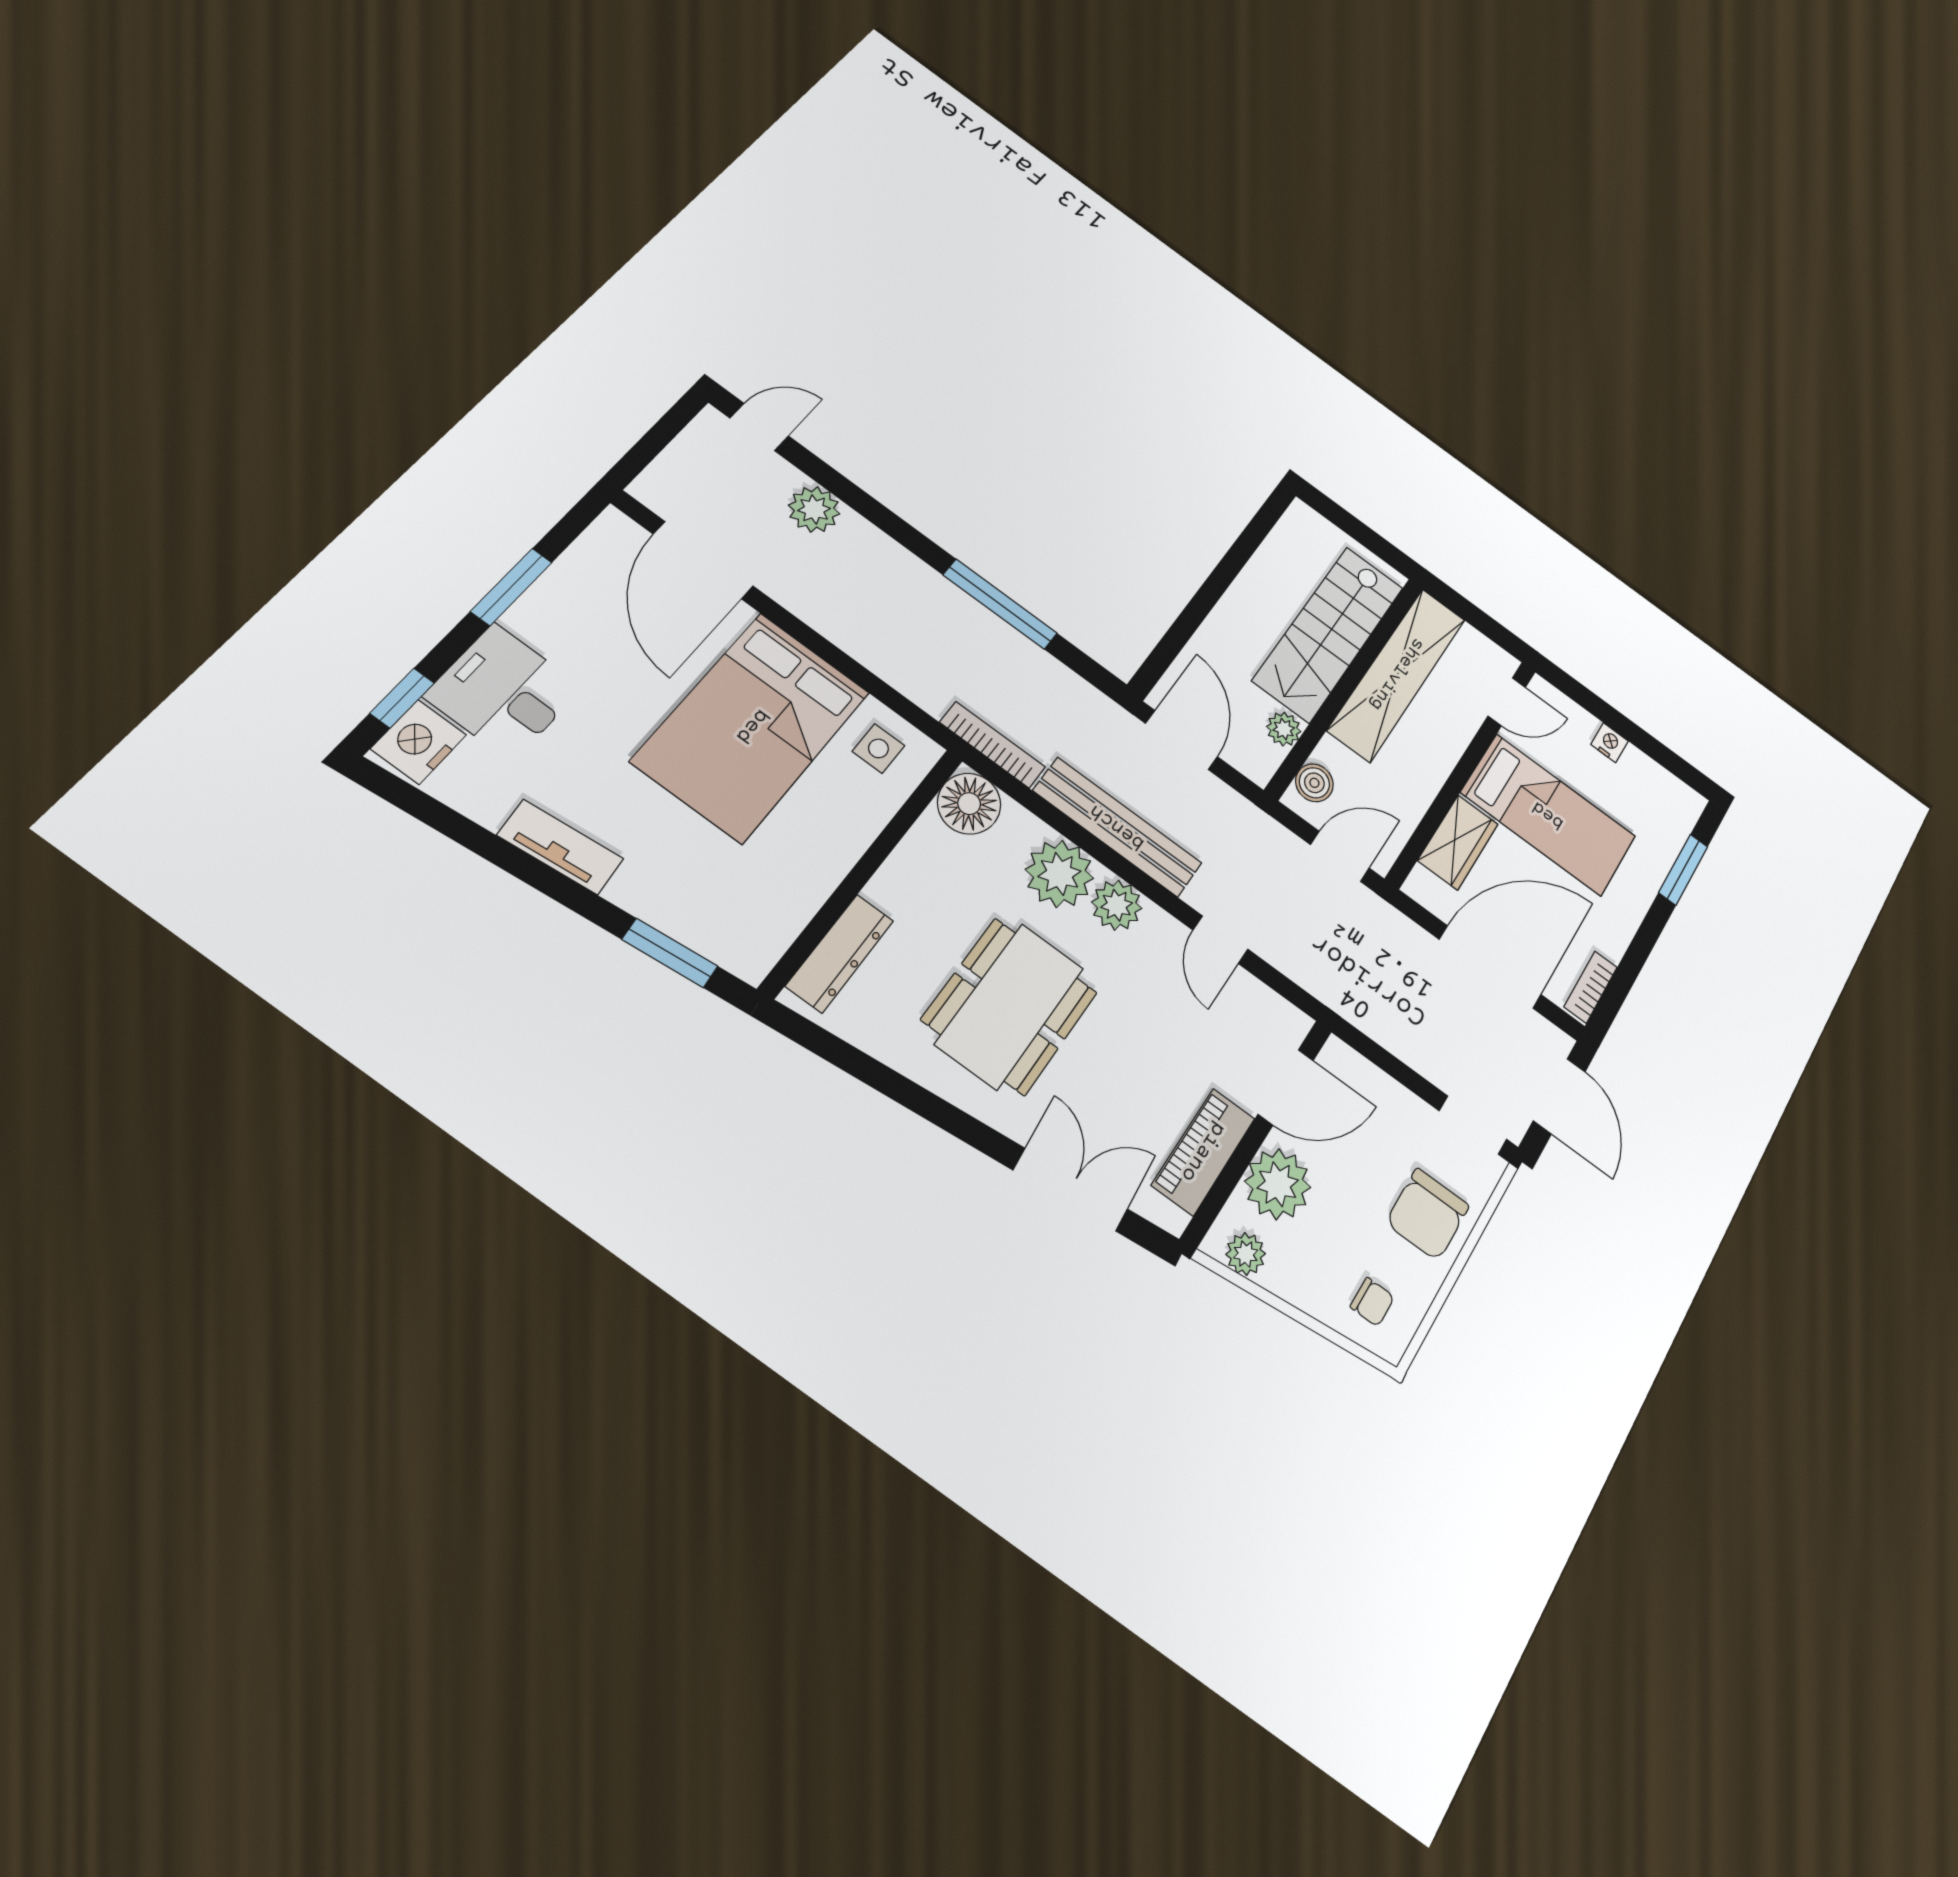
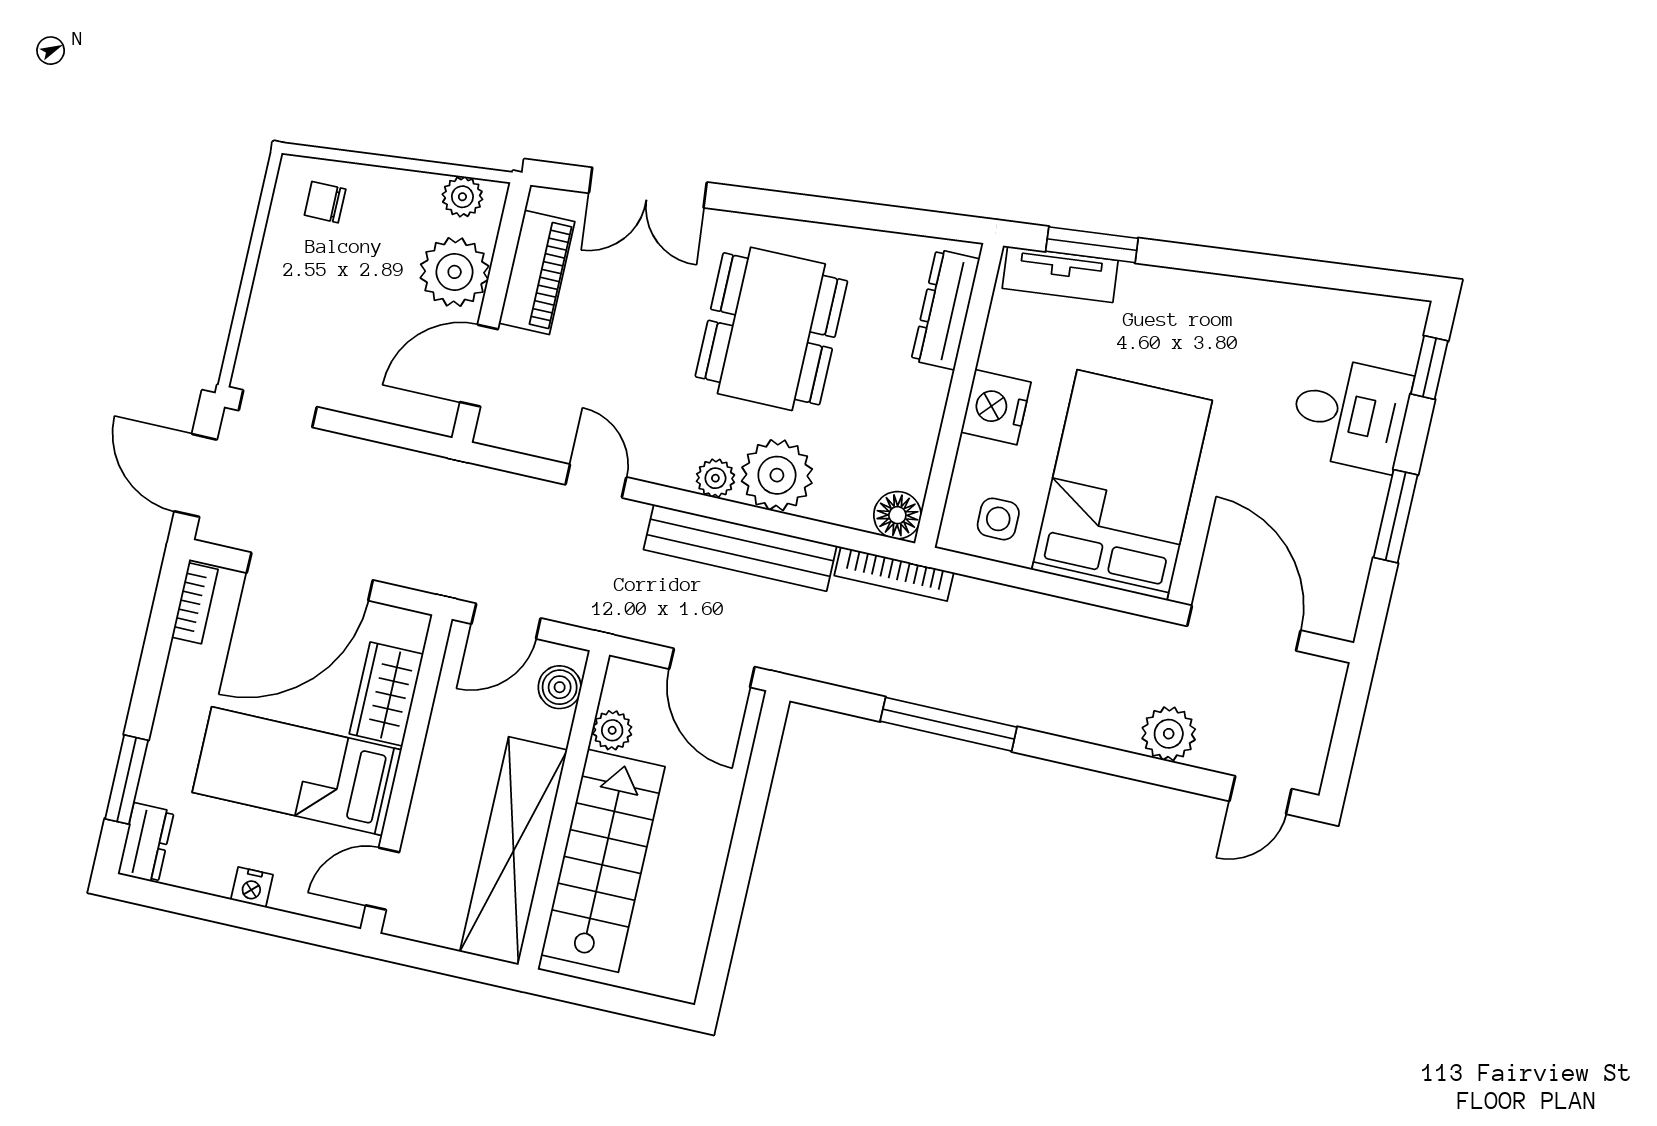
nightstand: (419, 742) -> (996, 407), moved, turned 180
floor lamp: (969, 804) -> (897, 515), width x0.73, depth x0.73
dresser: (1681, 814) -> (146, 843), added
tv unit: (560, 847) -> (1060, 274), moved
plant: (1117, 905) -> (715, 478), width x0.73, depth x0.73
chair: (1427, 1214) -> (297, 304), removed

